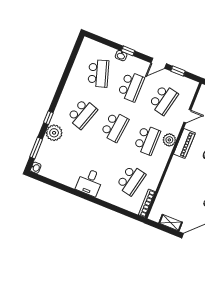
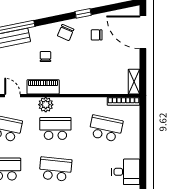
shelving: (171, 223) -> (134, 82), moved

